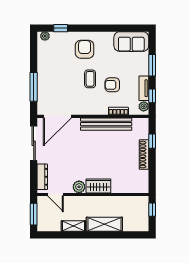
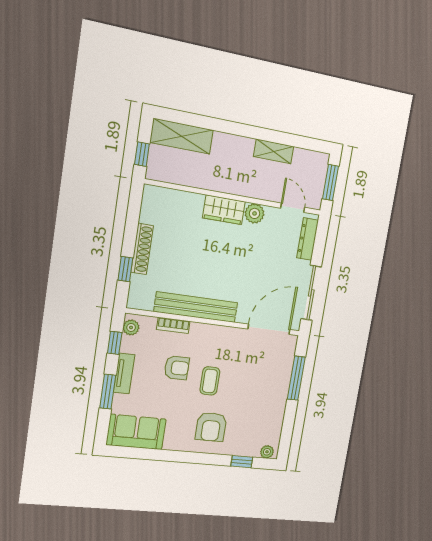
tv unit: (144, 88) -> (124, 374), moved
shelving: (104, 224) -> (182, 136), moved

